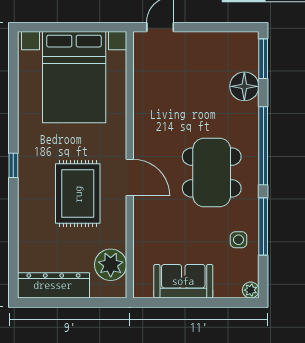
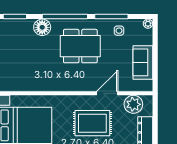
floor lamp: (244, 86) -> (42, 27), moved
door: (130, 178) -> (107, 93), moved

